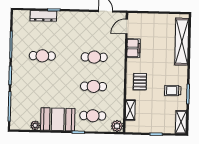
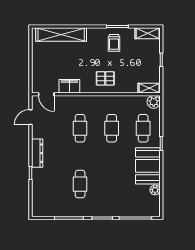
dresser: (43, 16) -> (37, 153), moved
shelving: (130, 110) -> (149, 88), moved

